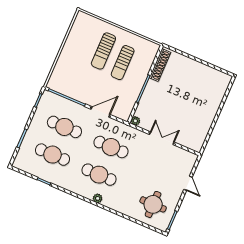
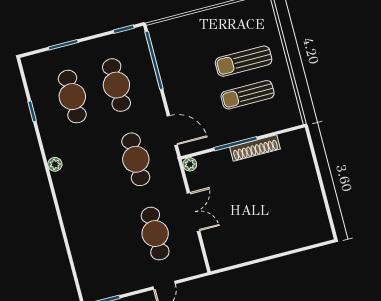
shoe rack: (160, 65) -> (255, 148), moved
door: (100, 112) -> (172, 130), moved
cafe table: (99, 175) -> (155, 234), moved
plant: (98, 198) -> (55, 164), moved
round table: (153, 204) -> (106, 263), removed

